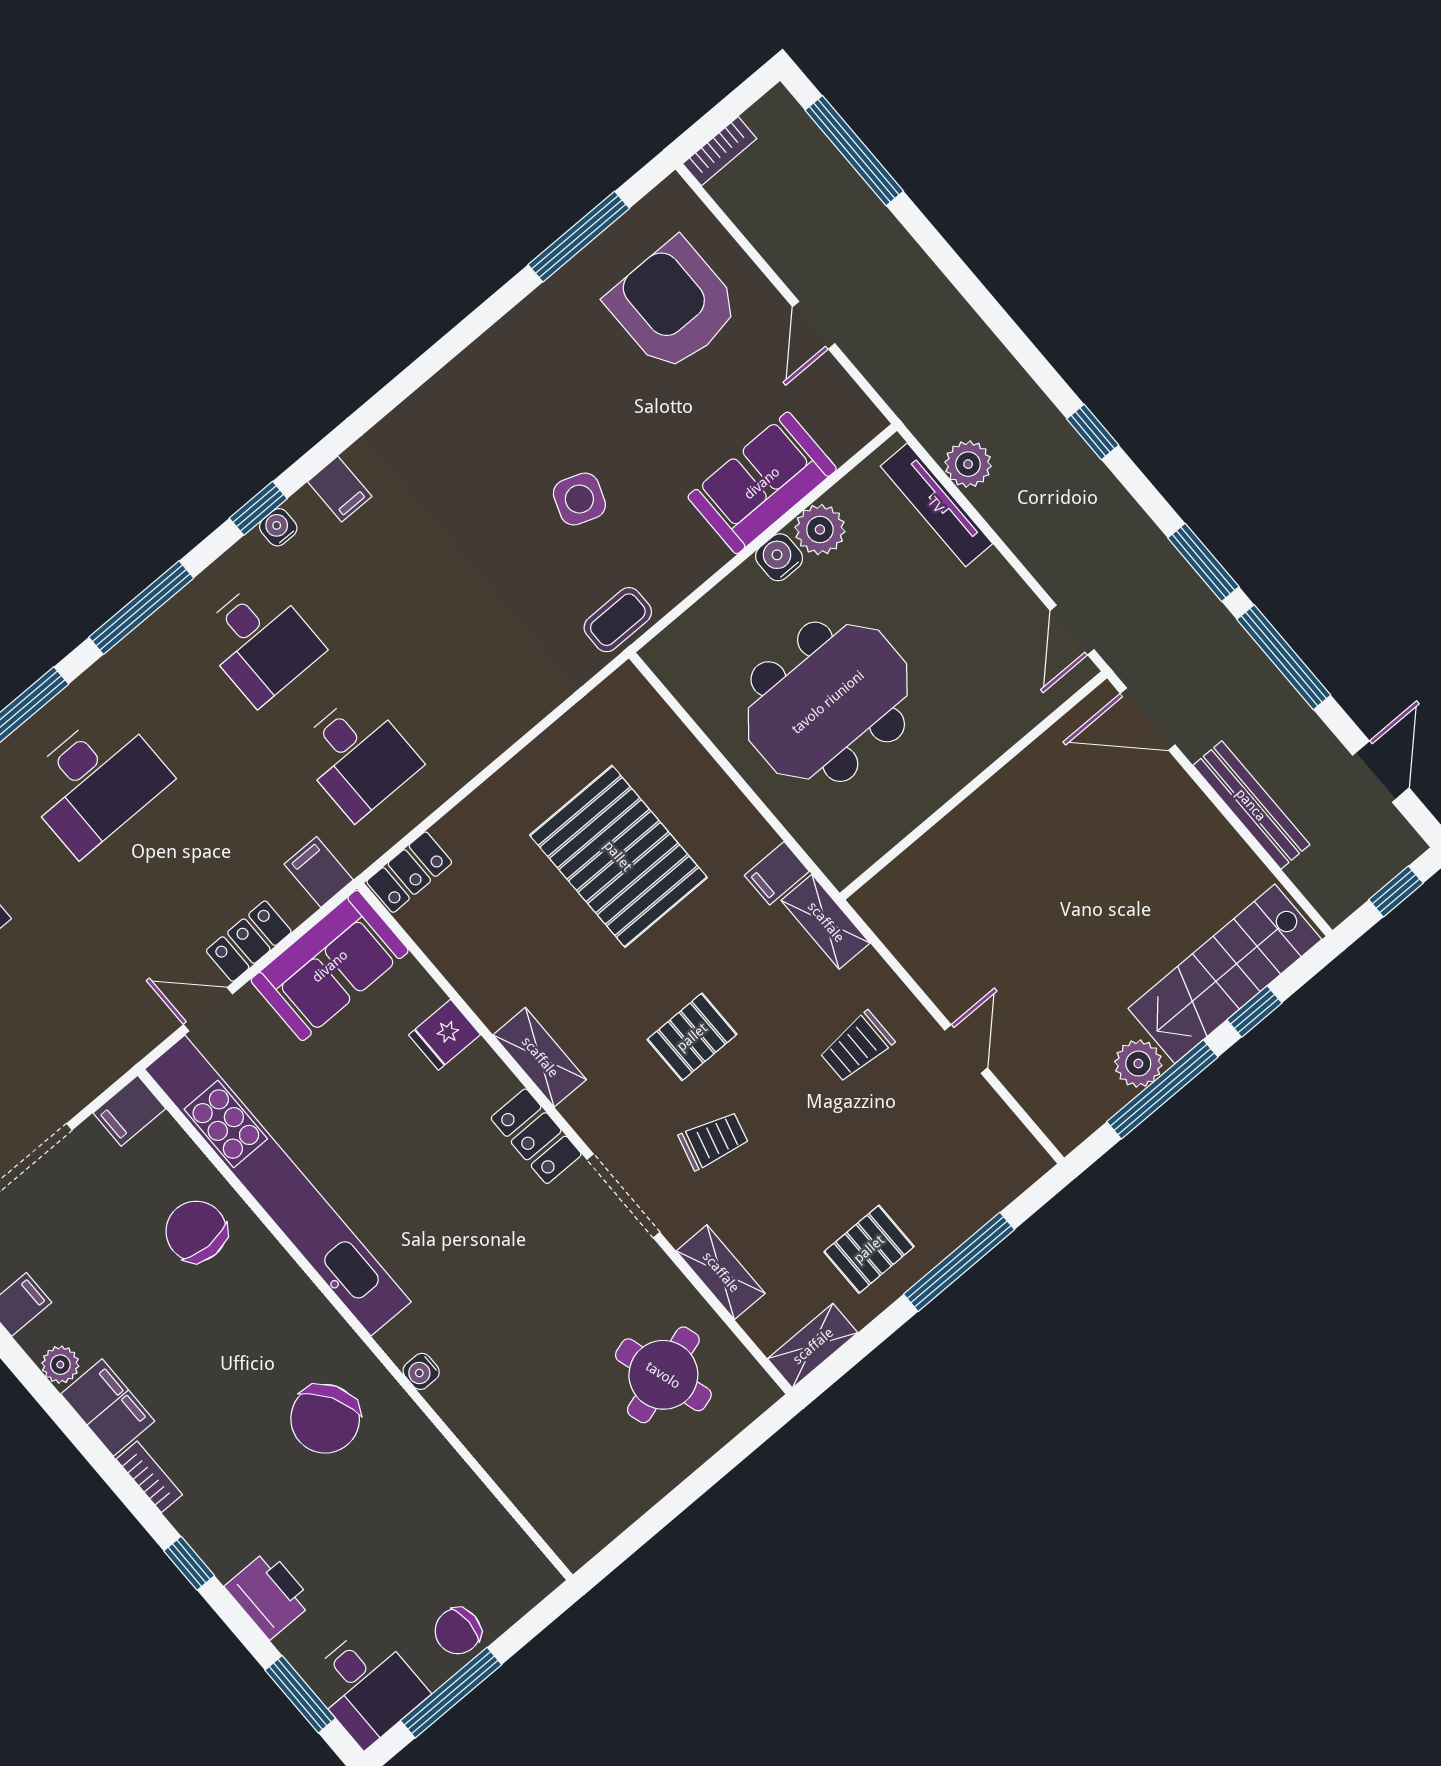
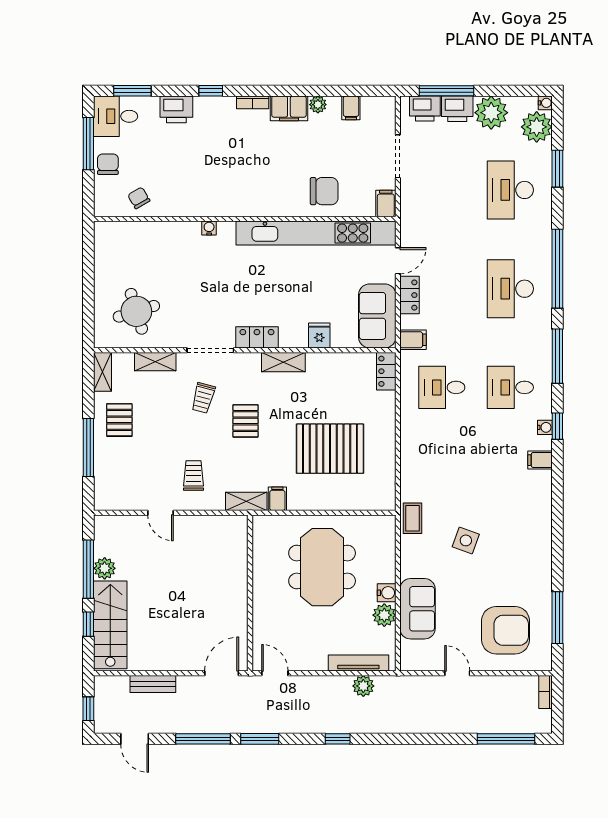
bench: (1251, 805) -> (153, 684), width x0.73
chair: (325, 1419) -> (139, 198), moved, width x0.54, depth x0.54

